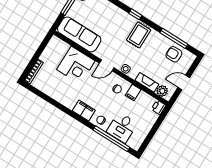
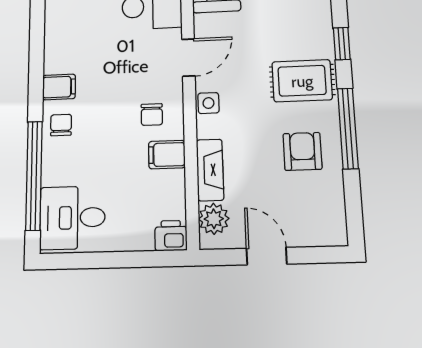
window: (174, 38) -> (348, 128), moved
armchair: (174, 54) -> (302, 151), moved
door: (107, 65) -> (188, 58), swing flipped
filing cabinet: (84, 110) -> (59, 87), width x0.50
desk: (122, 128) -> (72, 218), moved

